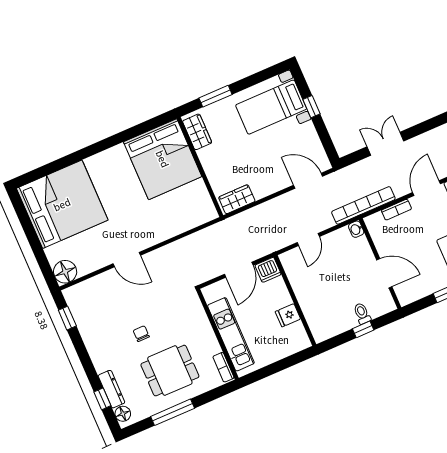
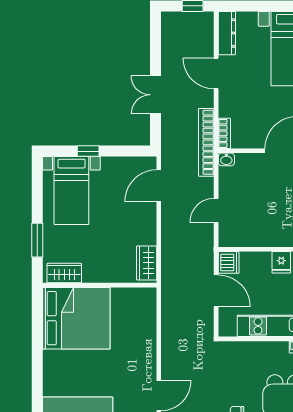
bookcase: (396, 210) -> (224, 133), moved
door: (308, 240) -> (216, 210), swing flipped

